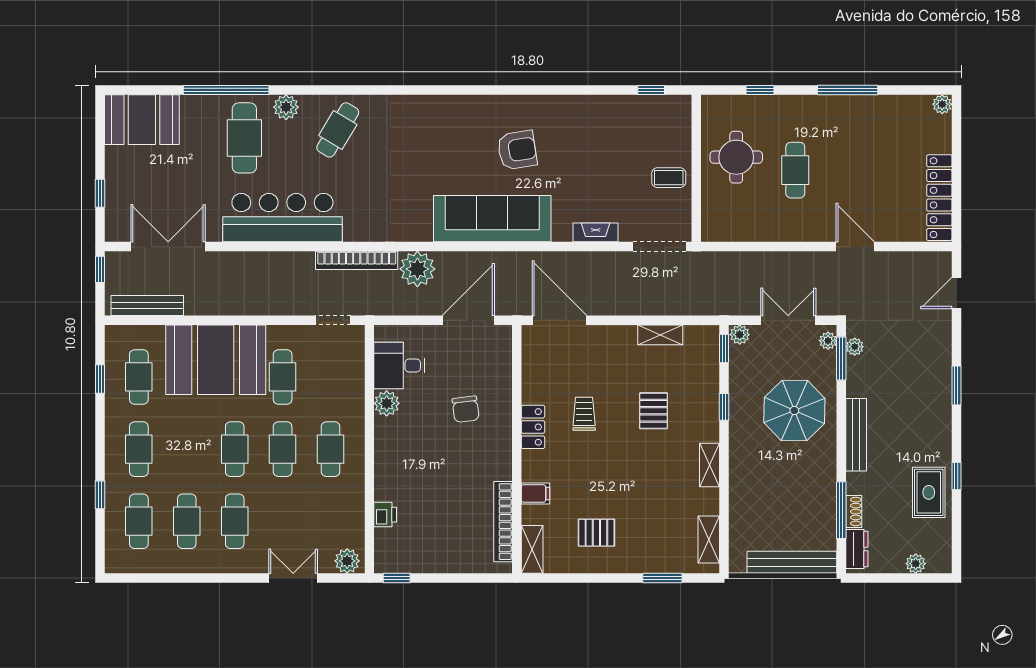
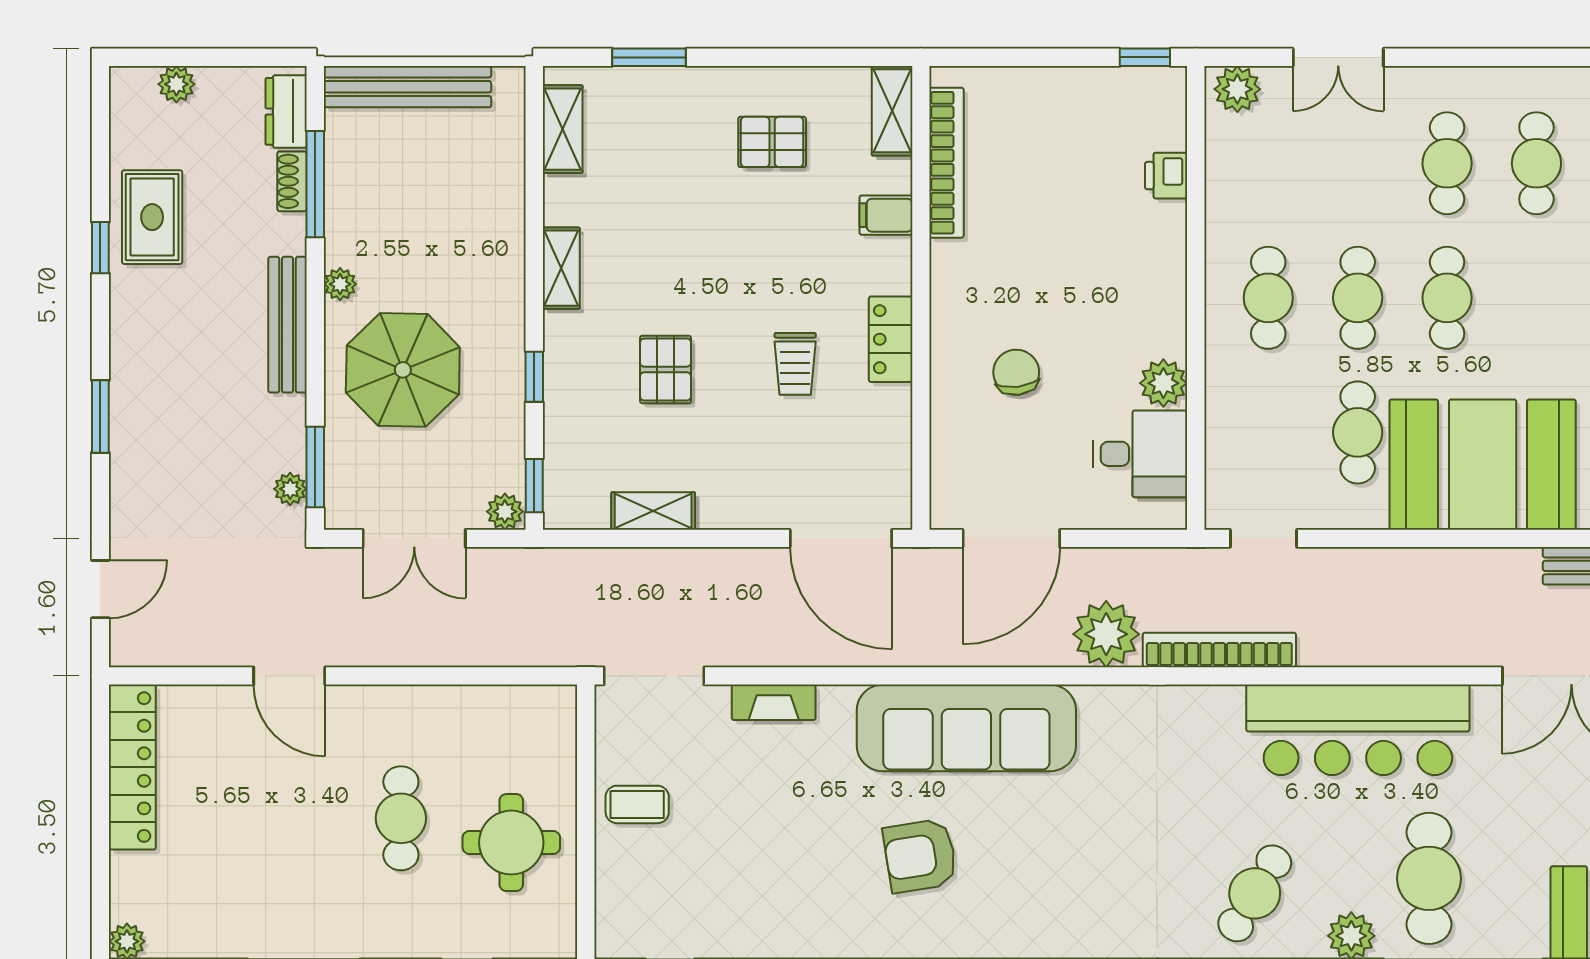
plant: (828, 341) -> (340, 284), moved

